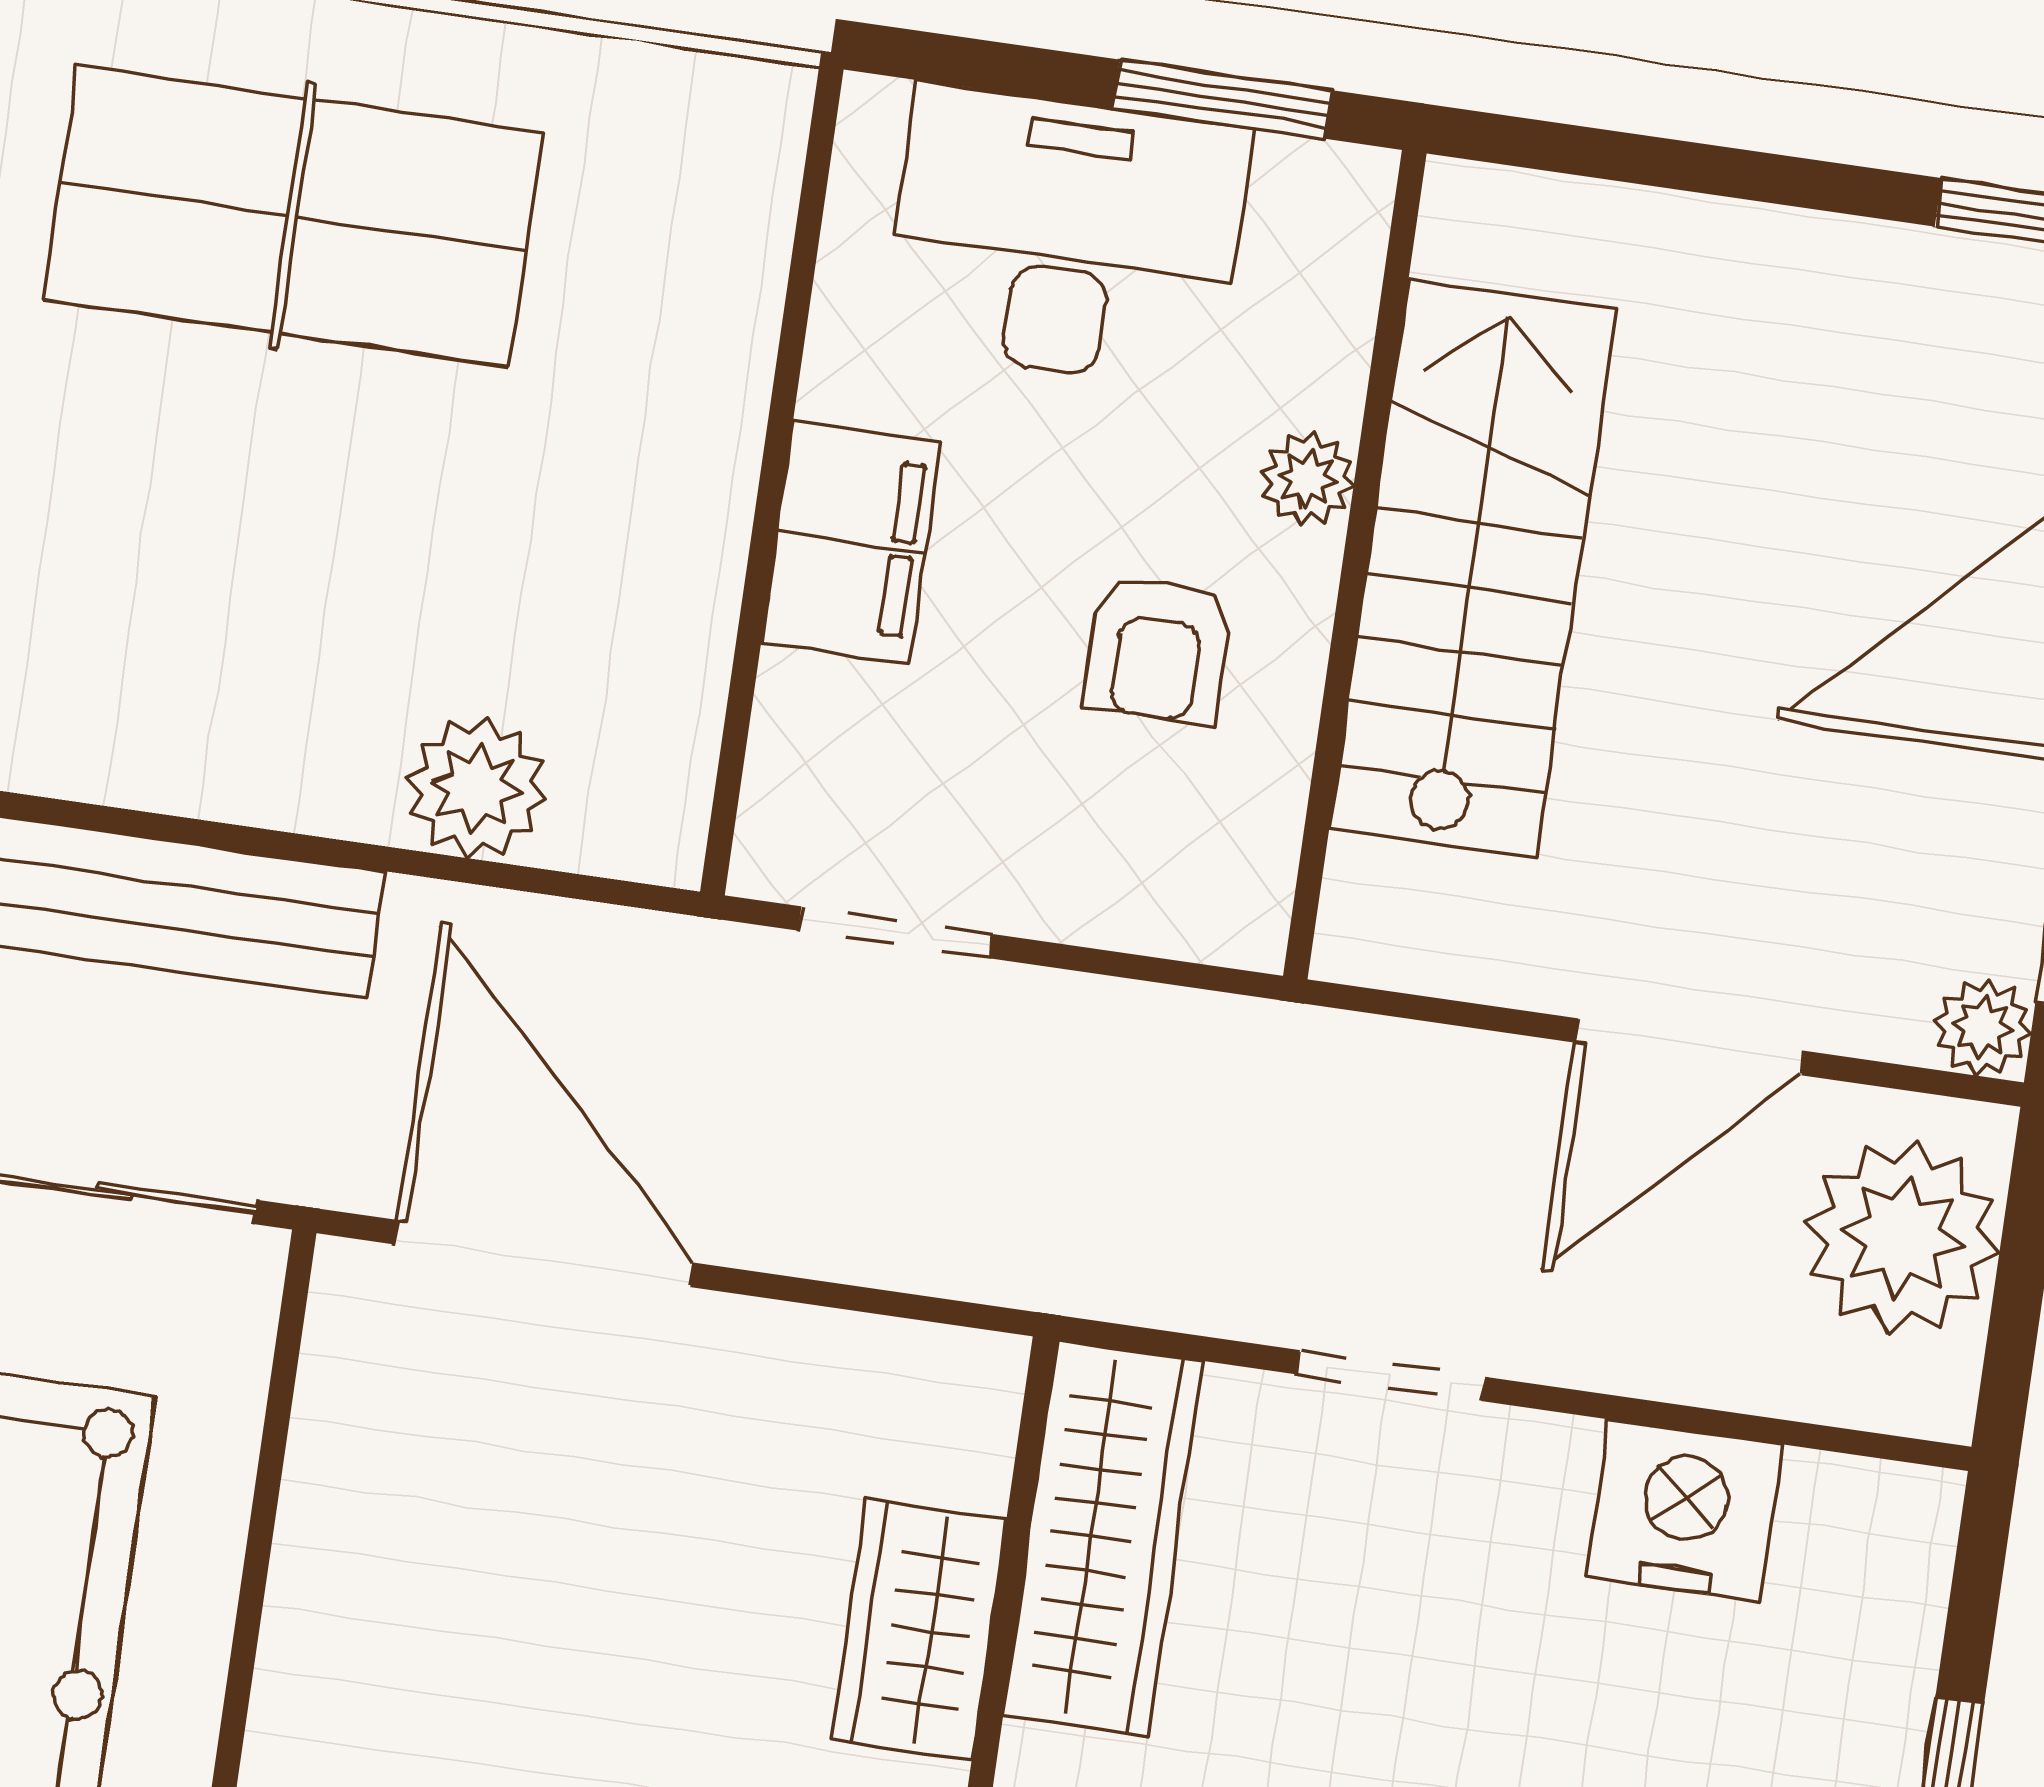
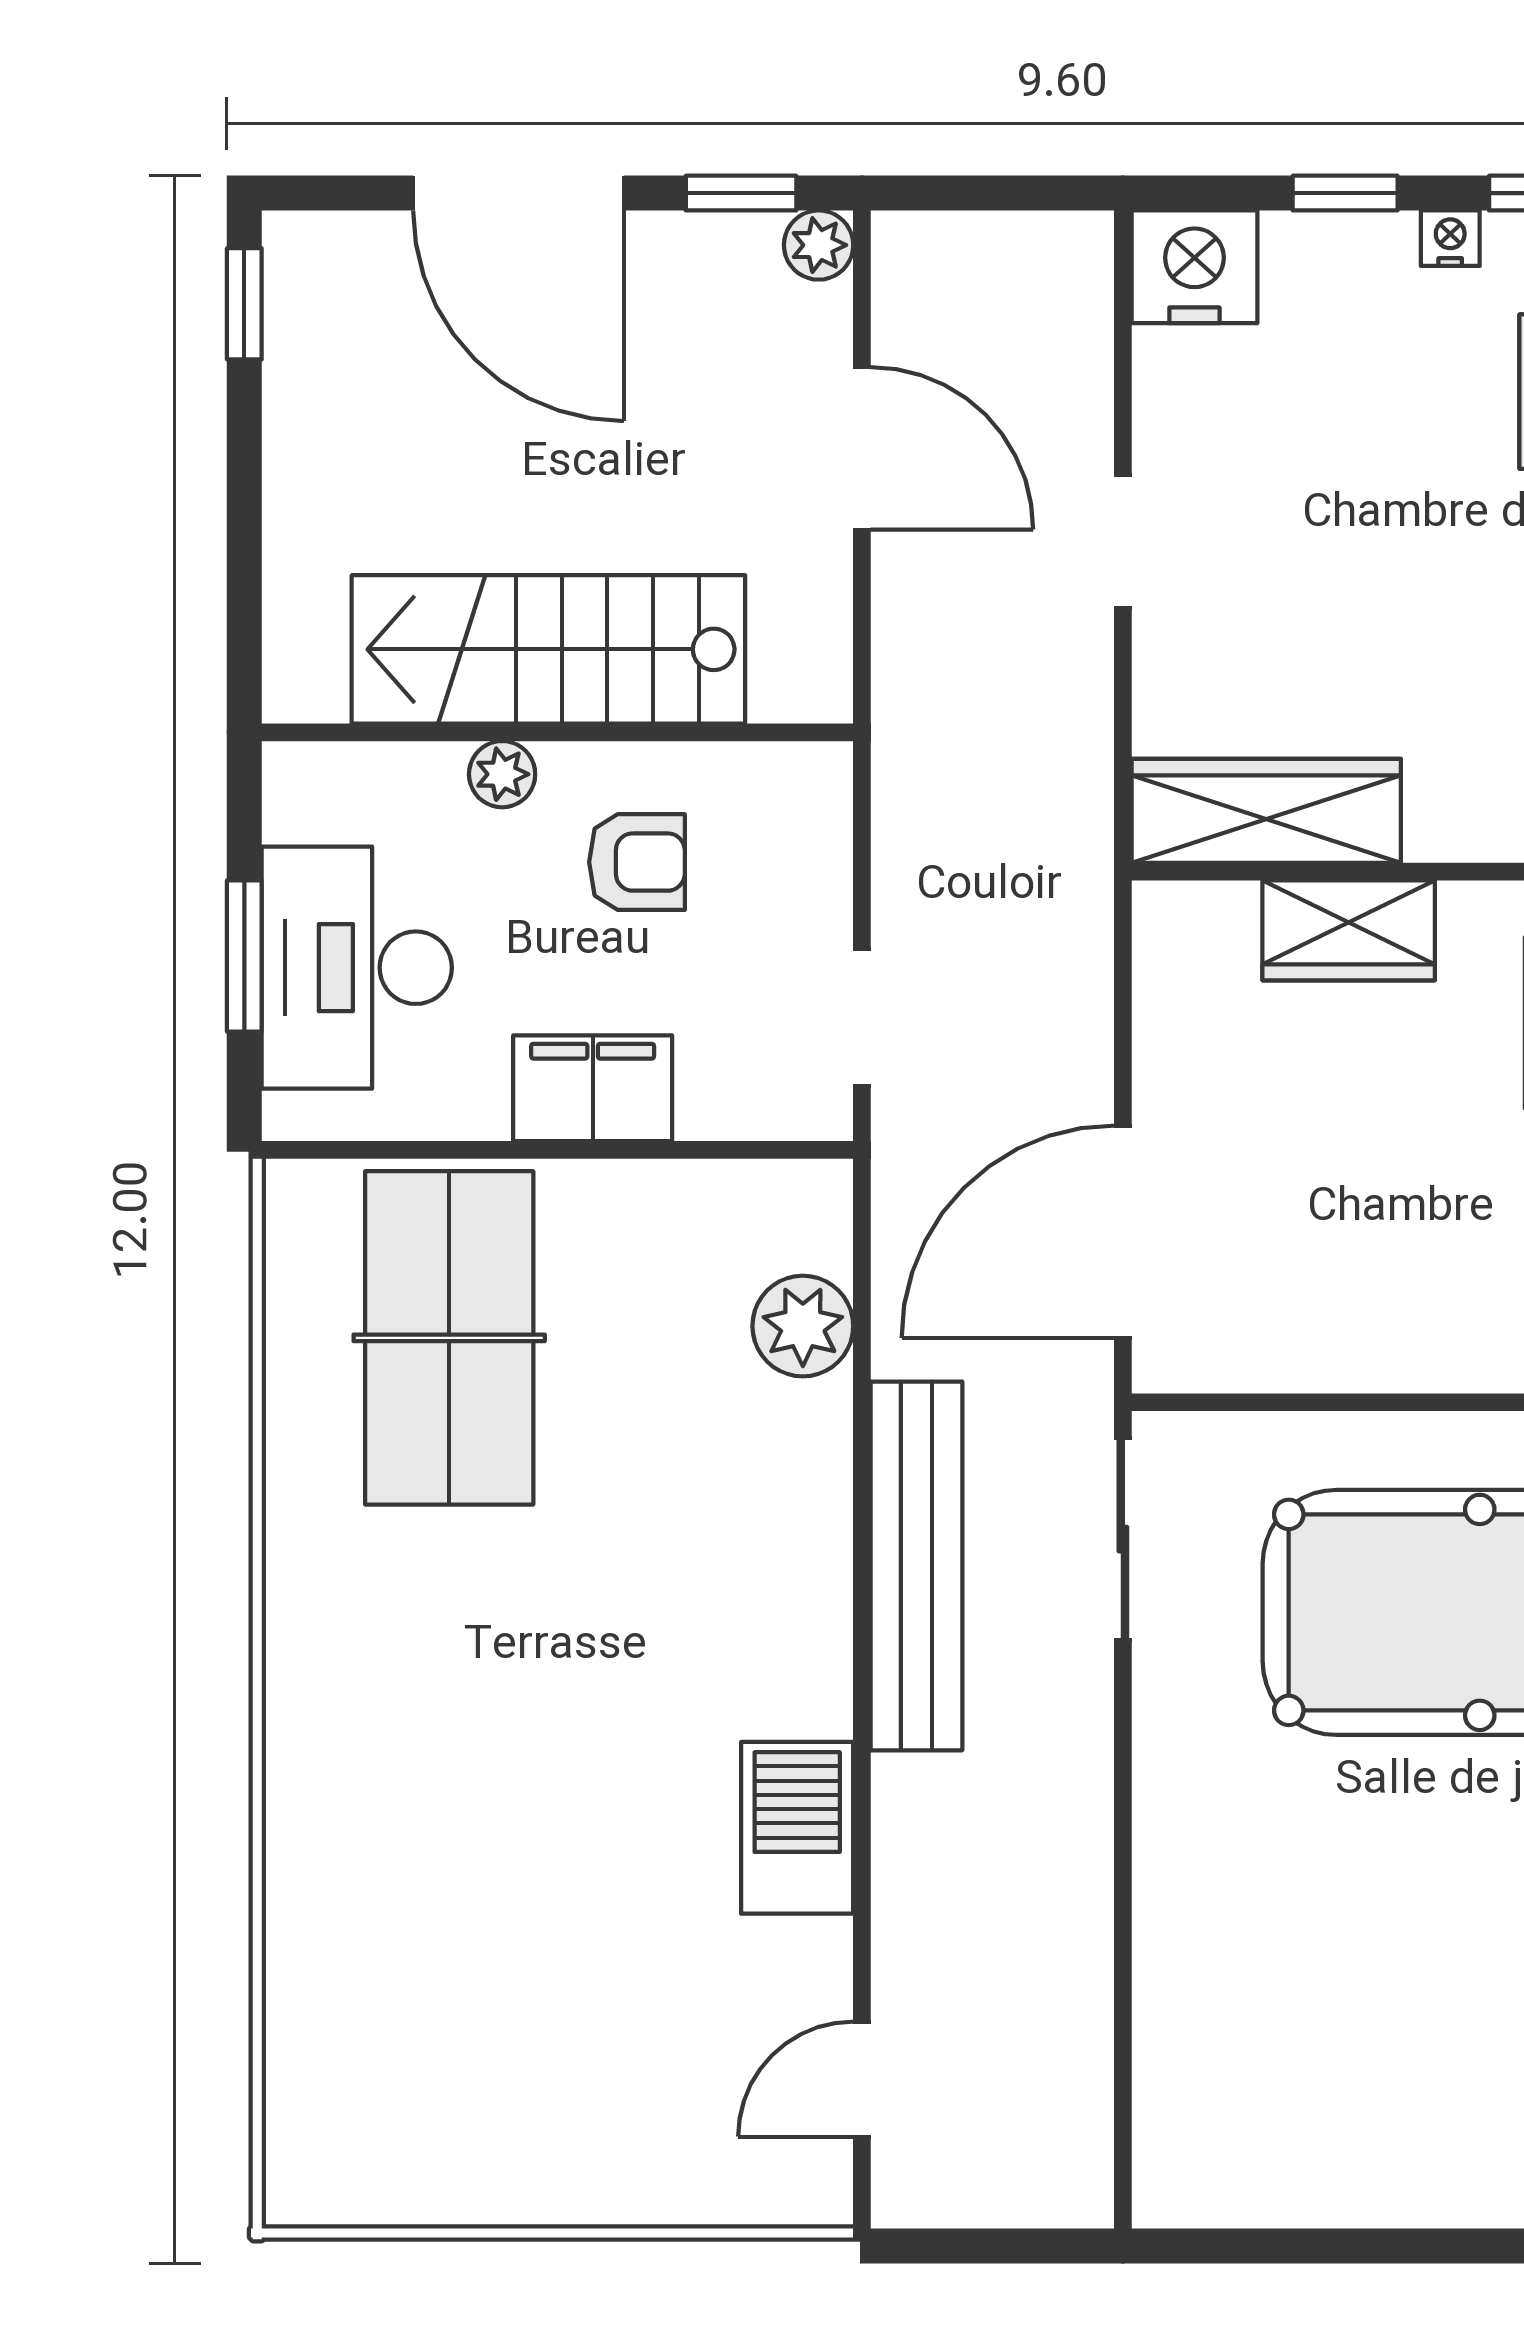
window: (1222, 99) -> (244, 956), moved
table tennis table: (293, 216) -> (449, 1338), moved
plant: (1902, 1237) -> (974, 280), removed
doorway: (1391, 1376) -> (1123, 542), moved
nightstand: (1684, 1511) -> (1194, 267), moved, turned 90

